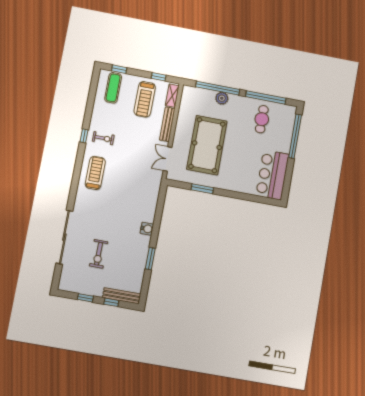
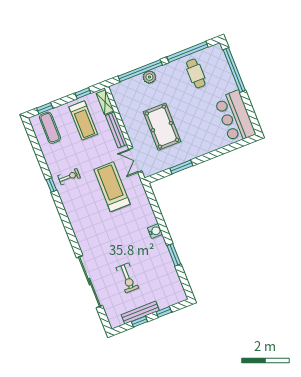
pool table: (207, 145) -> (162, 127), width x0.73, depth x0.76
treadmill: (95, 173) -> (112, 187), moved, width x1.37, depth x1.38
bench: (122, 296) -> (140, 313), moved

